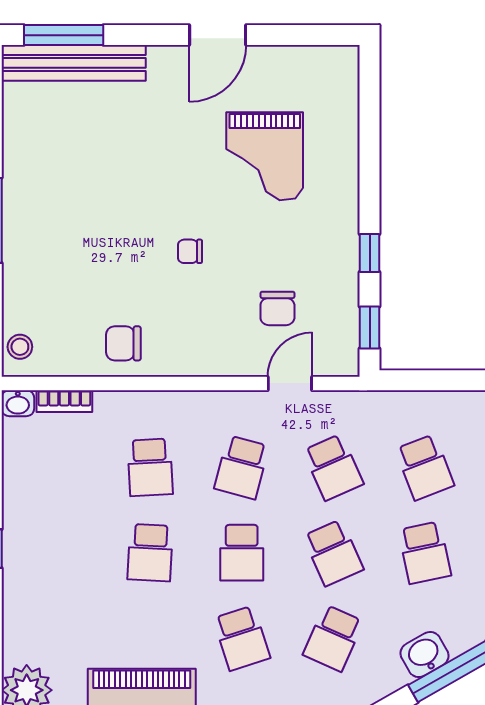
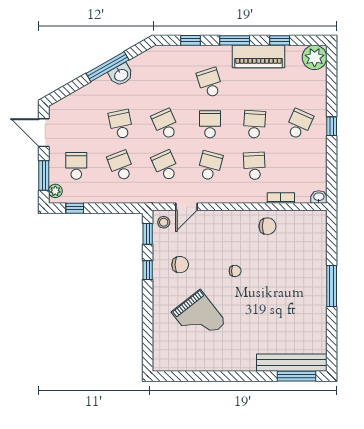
door: (218, 35) -> (222, 376), removed
grand piano: (265, 156) -> (199, 317), turned 142
chair: (277, 308) -> (180, 265), moved, turned 90
stool: (20, 347) -> (164, 222), moved
bookcase: (64, 401) -> (281, 198), moved
school desk: (333, 638) -> (299, 124), moved

